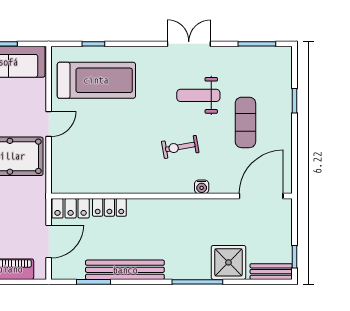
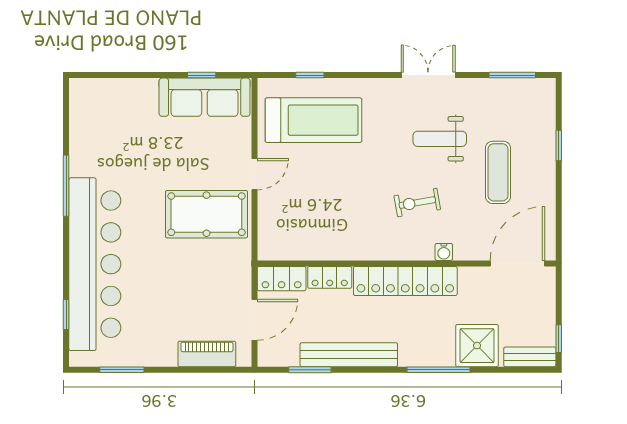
locker: (171, 210) -> (405, 281), added

